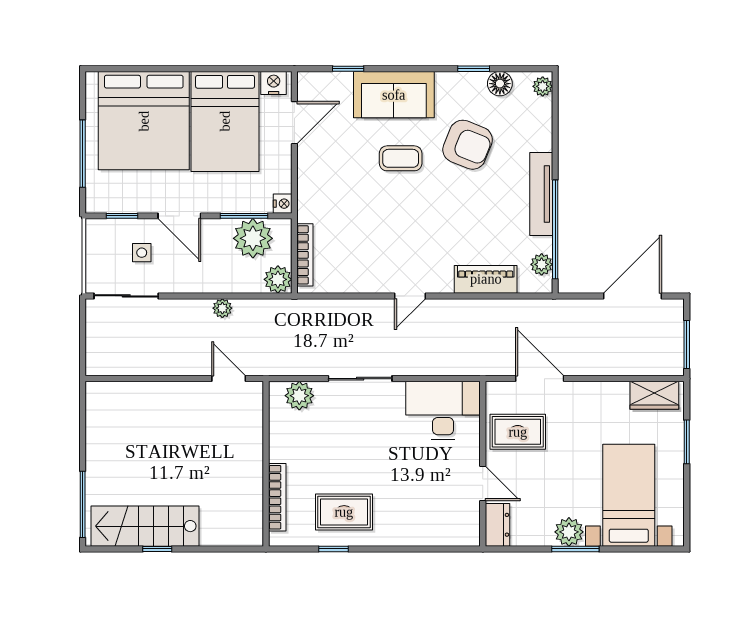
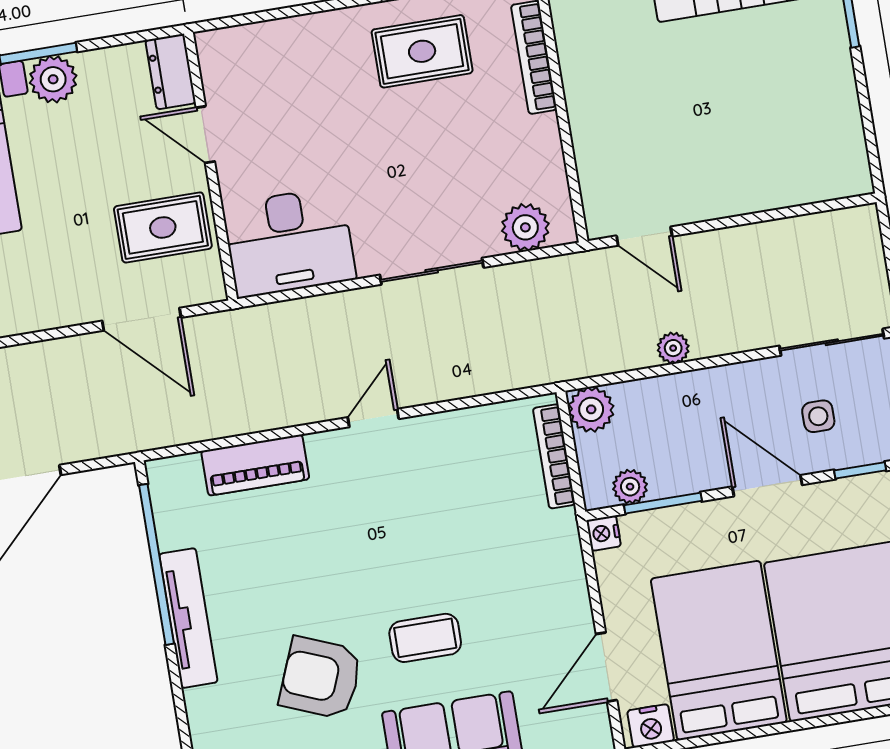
plant: (253, 238) -> (630, 487), width x0.53, depth x0.53
plant: (542, 264) -> (169, 504), removed

